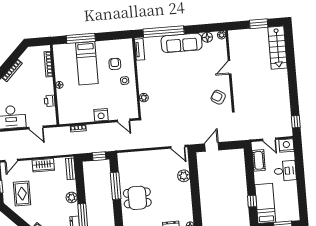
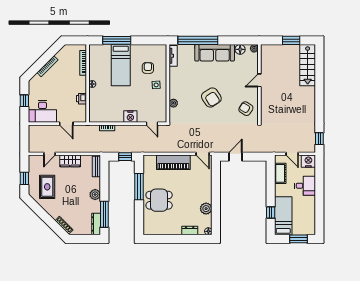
armchair: (182, 89) -> (211, 97), added
piano: (149, 158) -> (173, 162), added
door: (11, 161) -> (49, 154), moved
plant: (184, 176) -> (206, 209), moved

